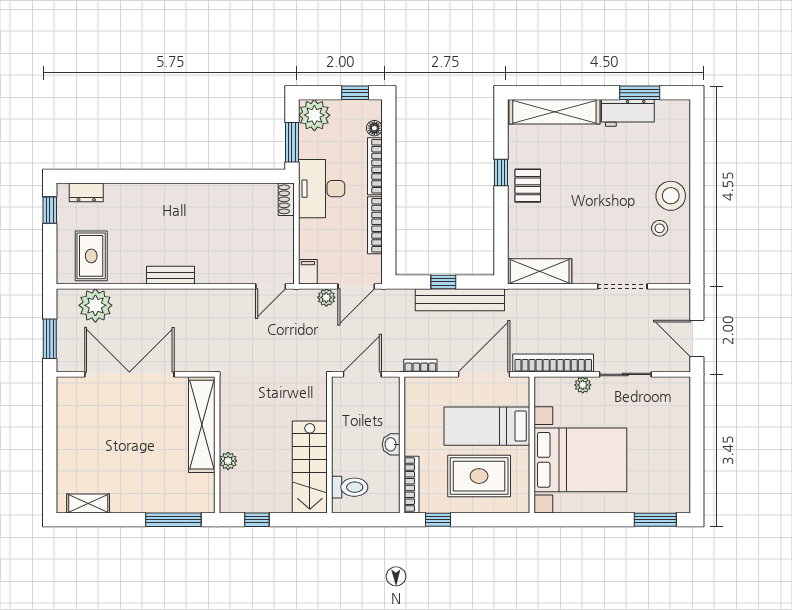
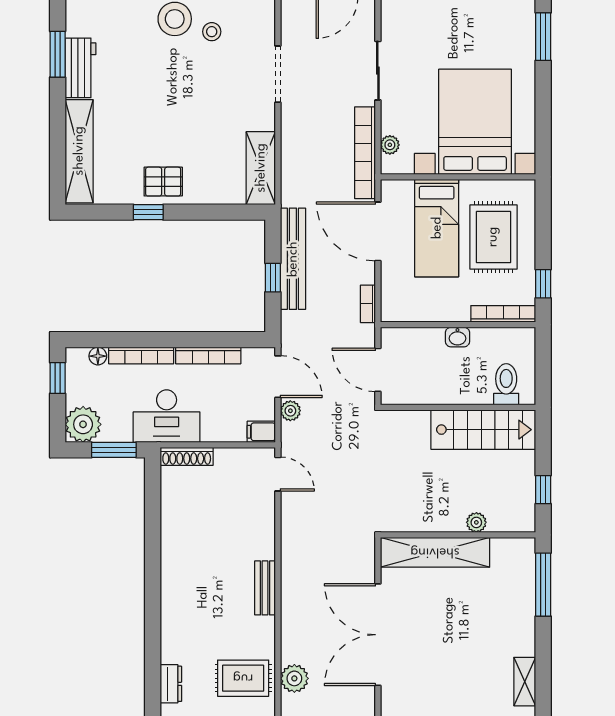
shoe rack: (286, 199) -> (187, 456), width x1.43
plant: (95, 305) -> (294, 678), width x0.73, depth x0.73
plant: (583, 385) -> (390, 145), moved

